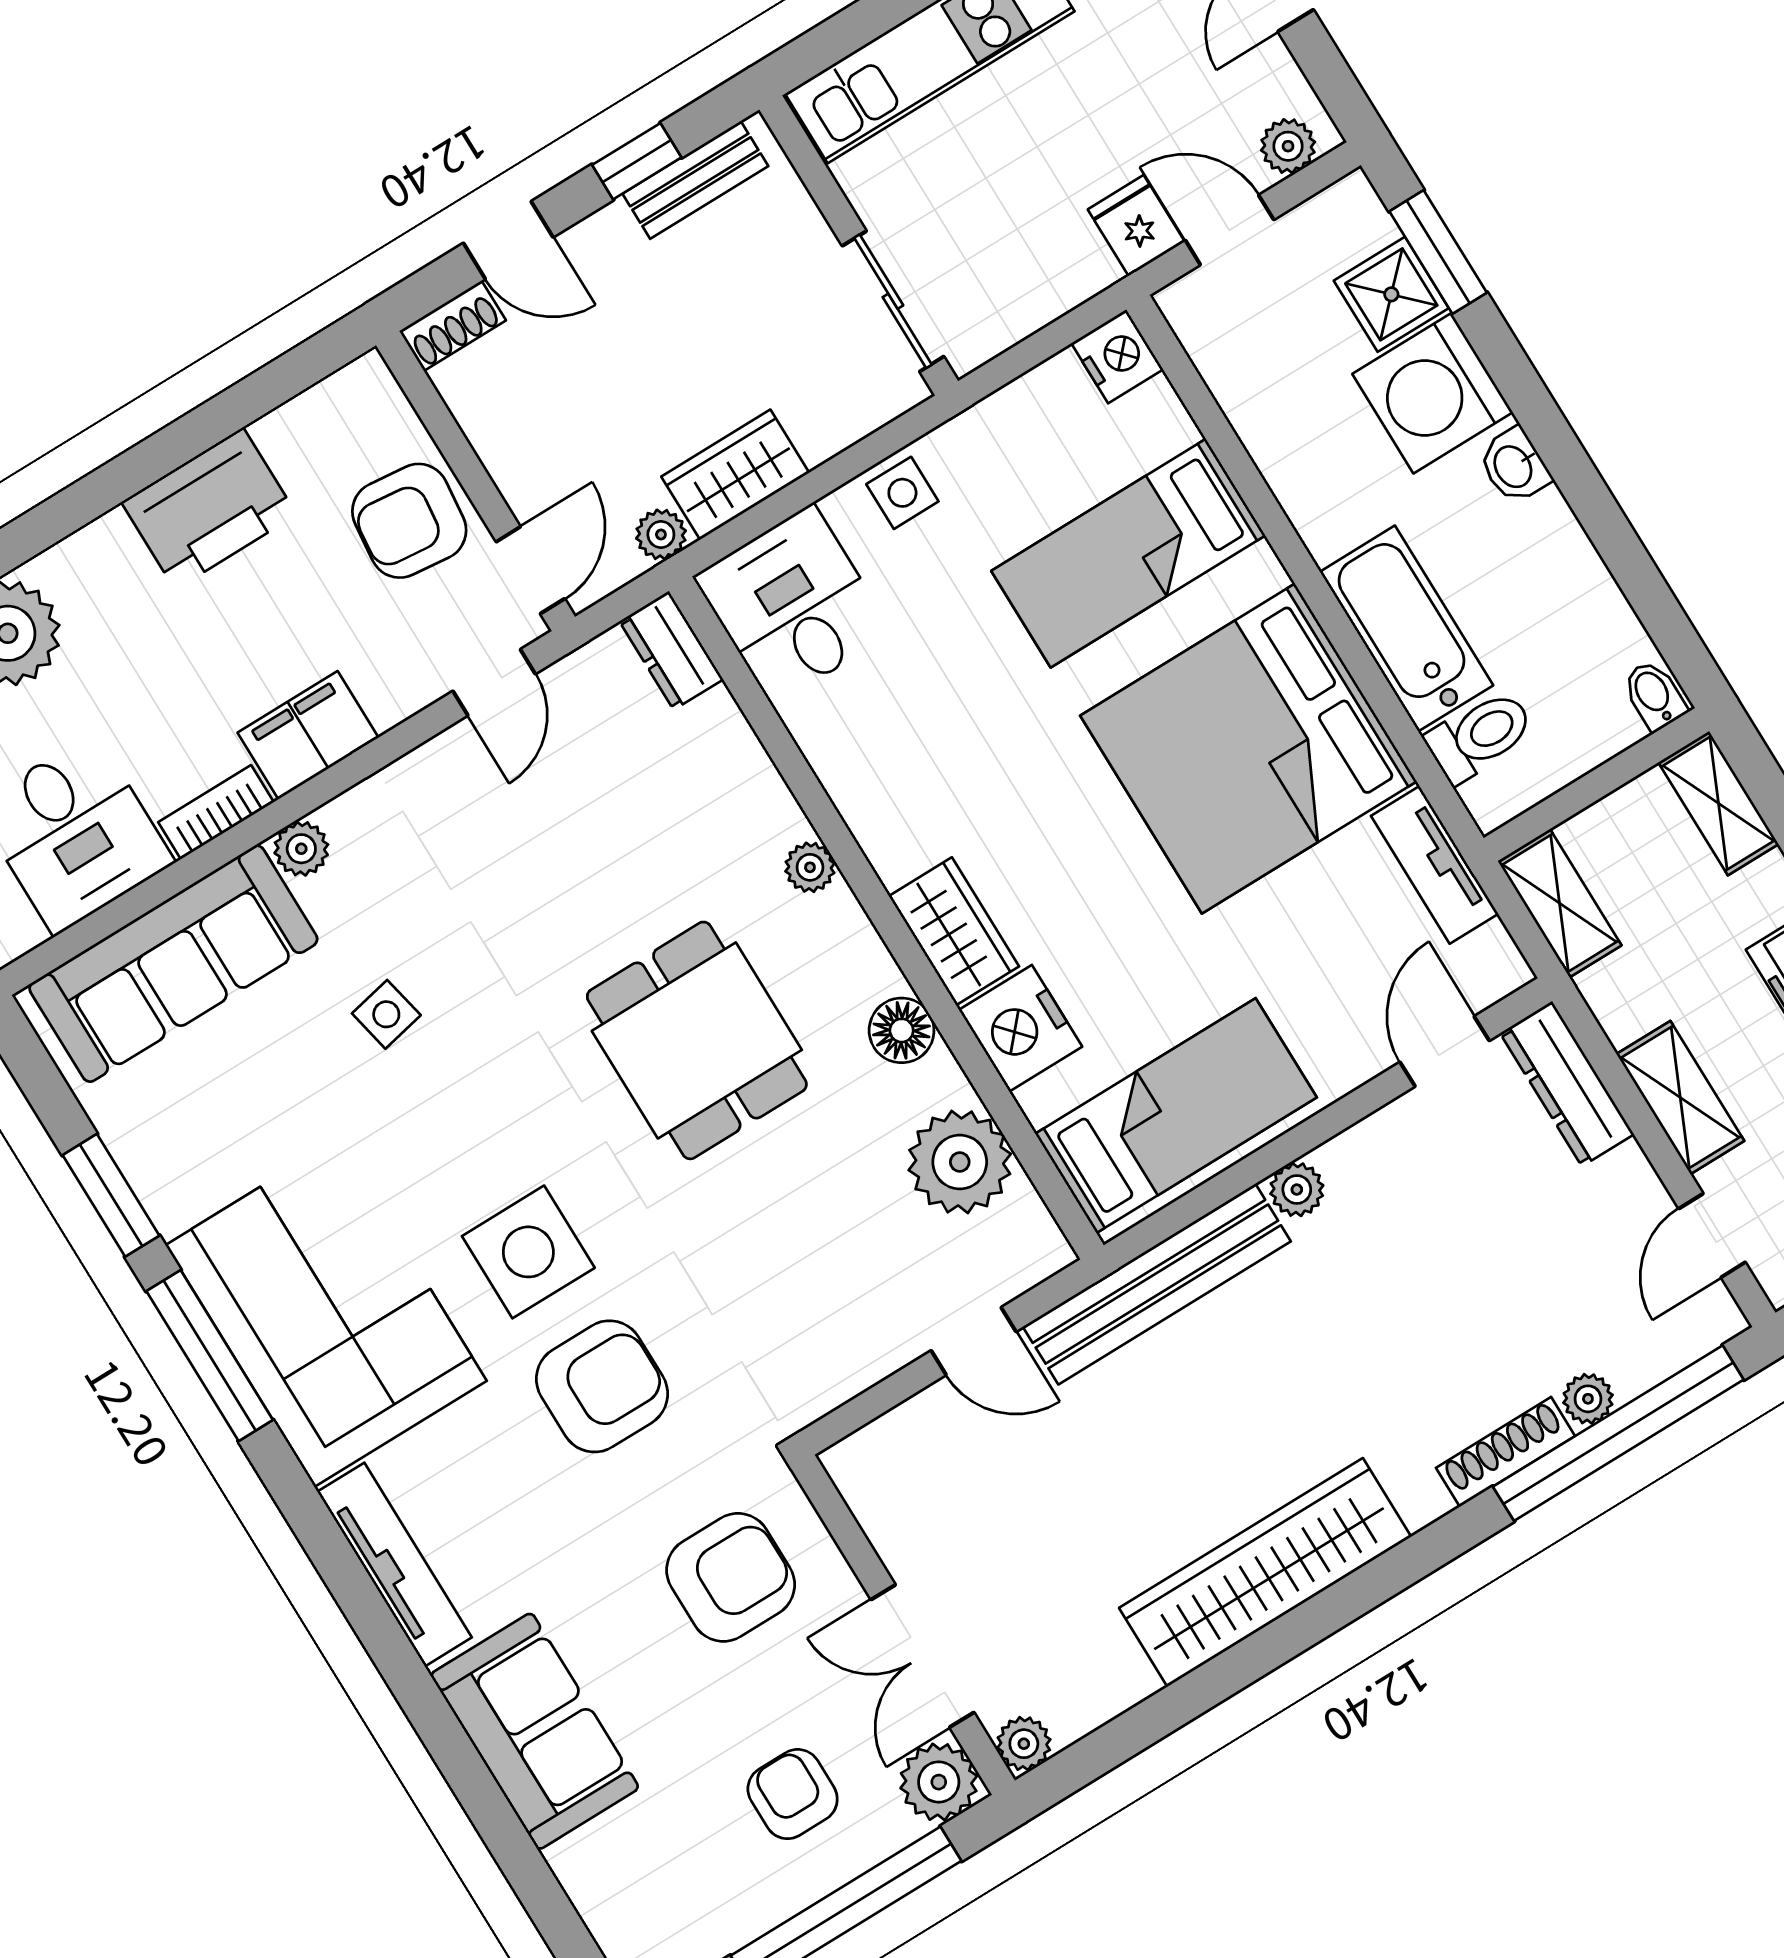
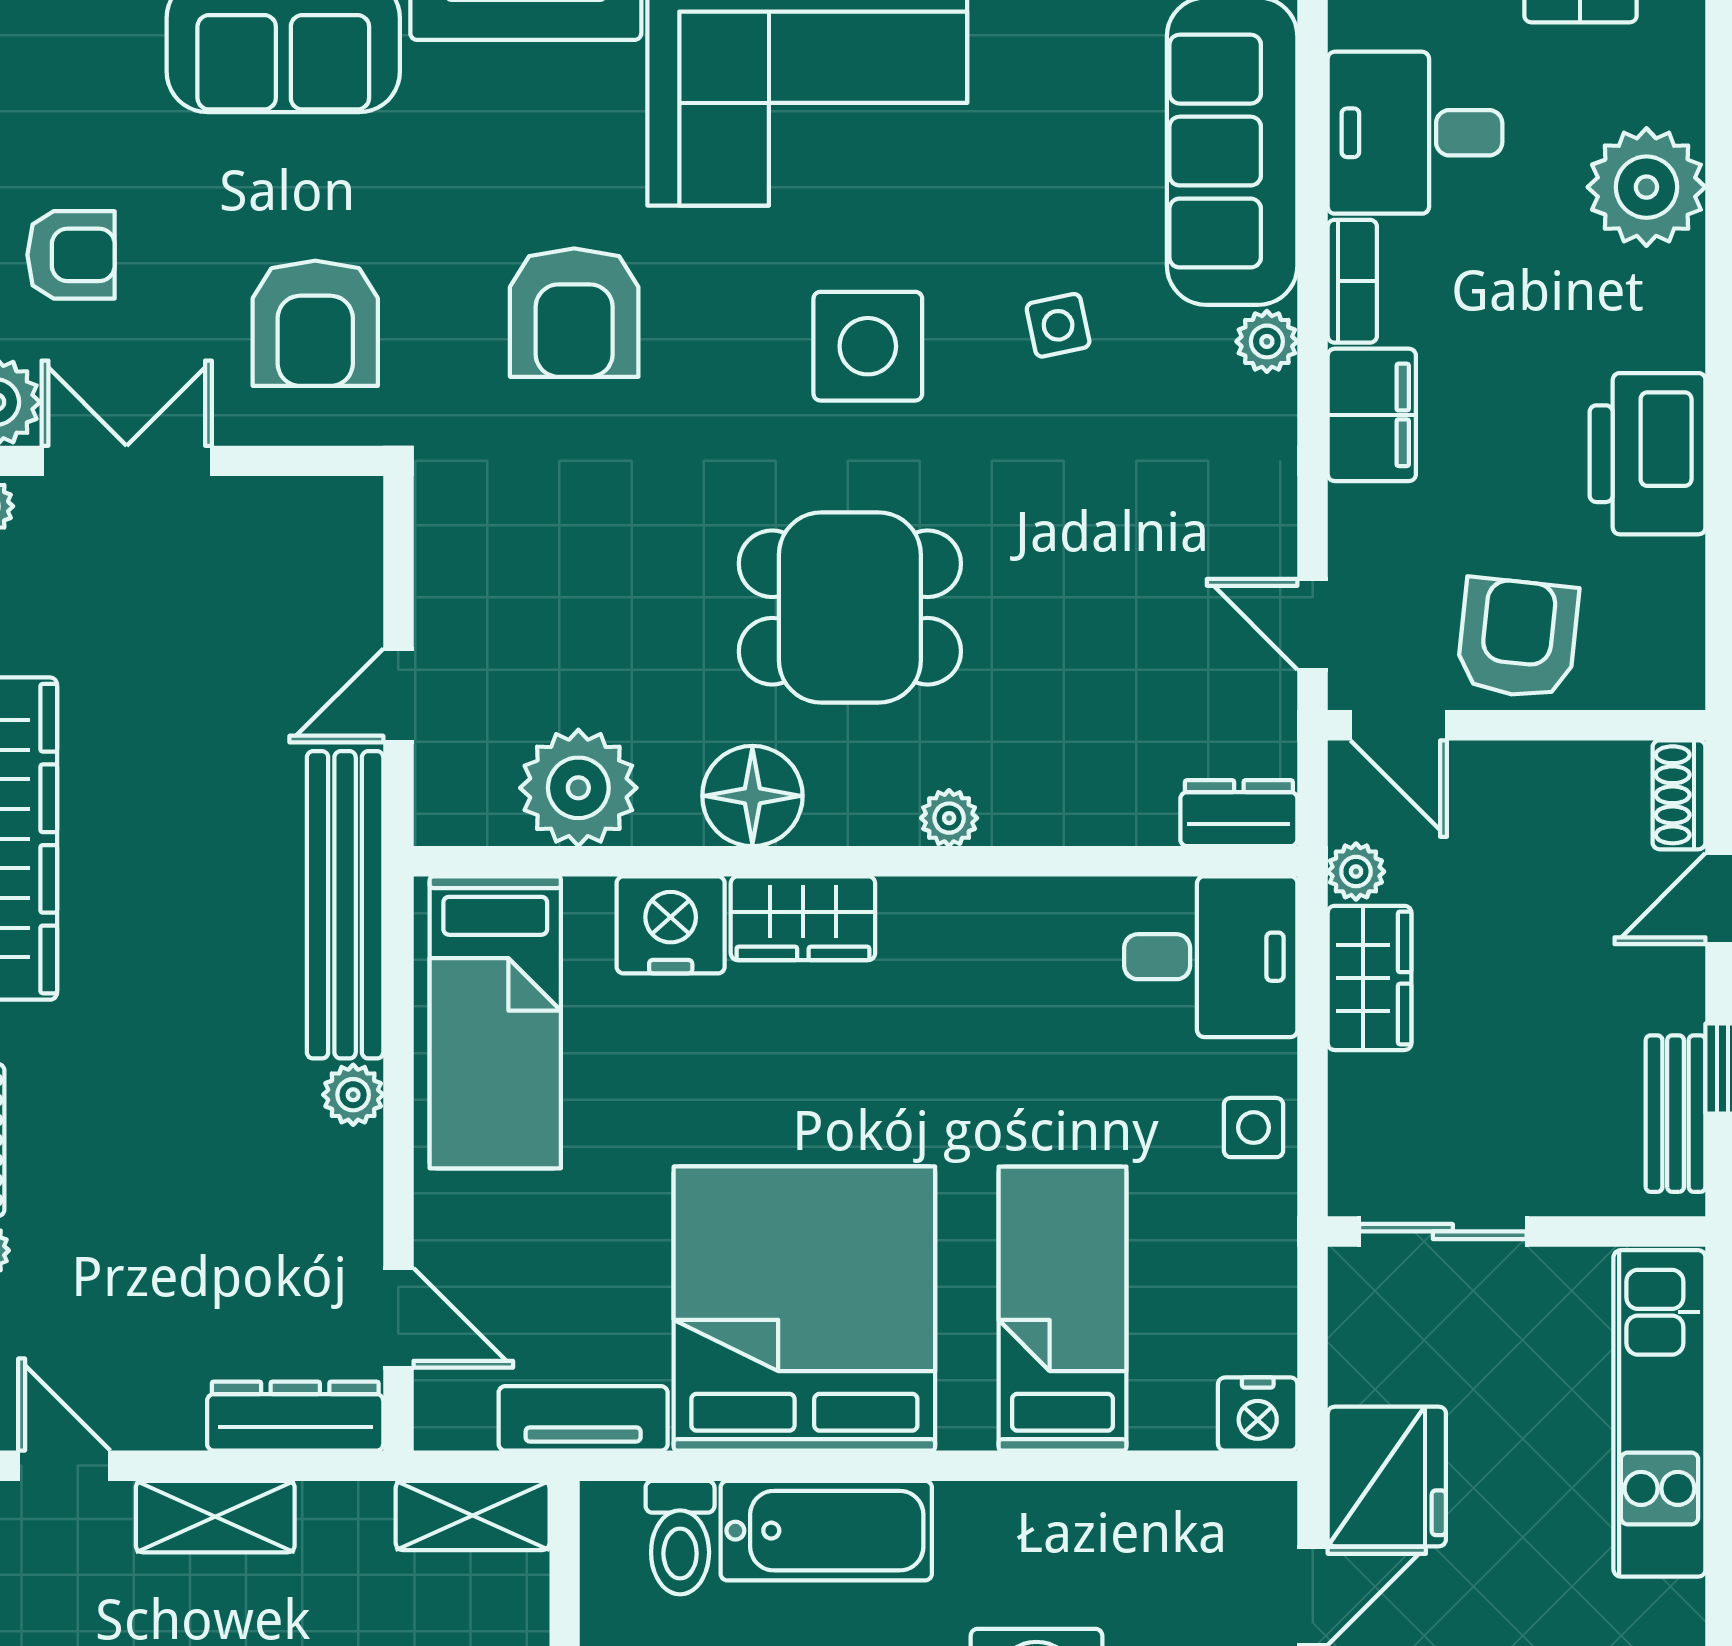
fridge: (1136, 226) -> (1387, 1476), width x1.88, depth x1.34
floor lamp: (902, 1030) -> (752, 796), width x1.38, depth x1.38
side table: (528, 1252) -> (868, 346), moved

